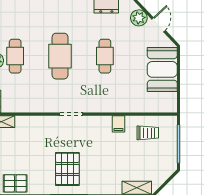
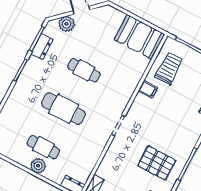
booth: (162, 69) -> (139, 37), moved
trolley: (148, 133) -> (169, 68), width x1.36, depth x1.39
pallet: (67, 169) -> (157, 163), moved

